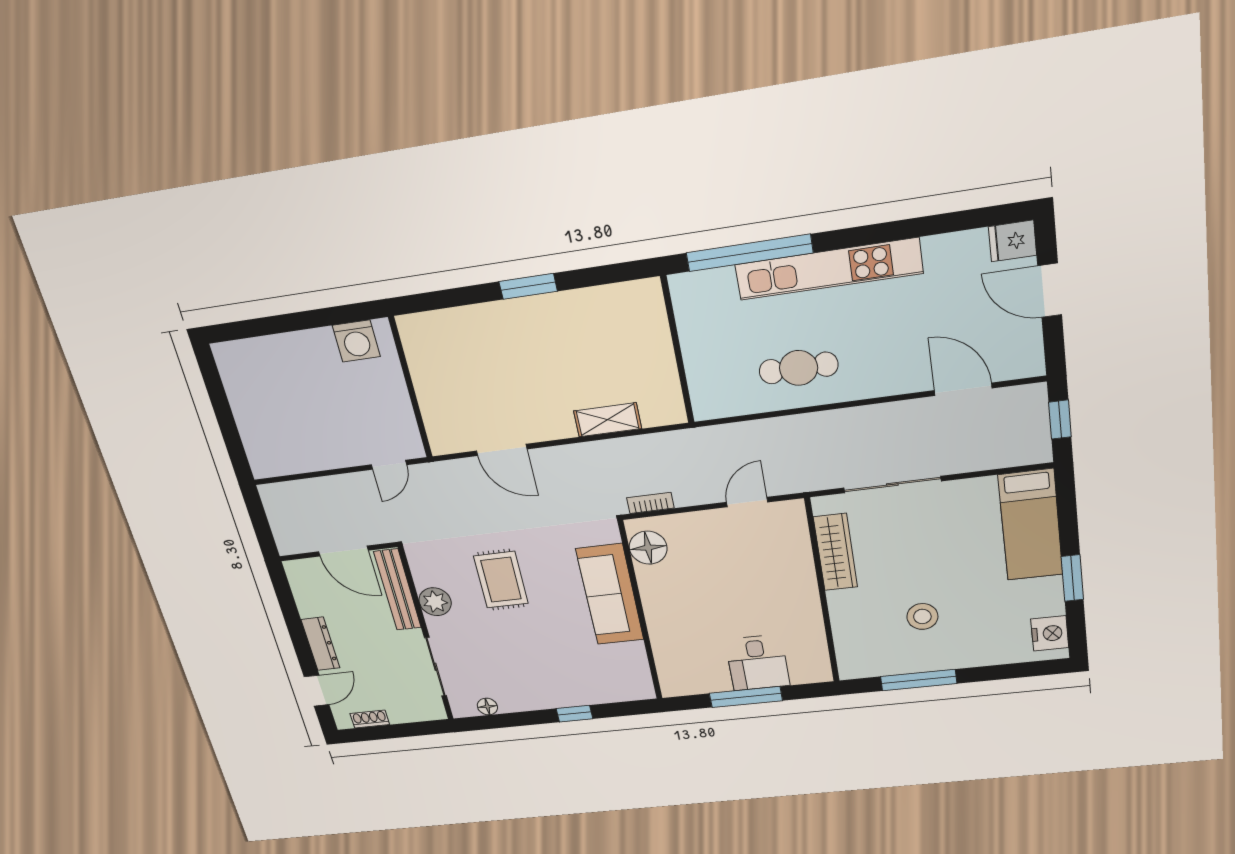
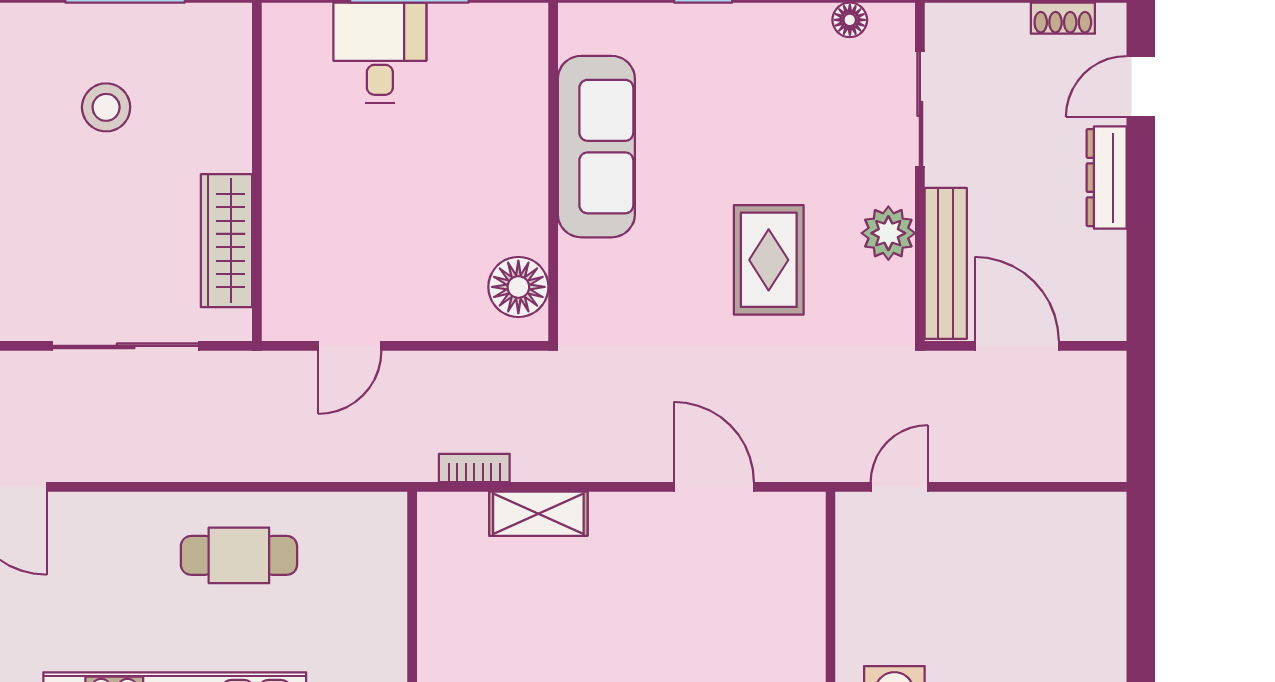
bookcase: (650, 503) -> (474, 468), moved, turned 180
sofa: (610, 595) -> (596, 147), moved

